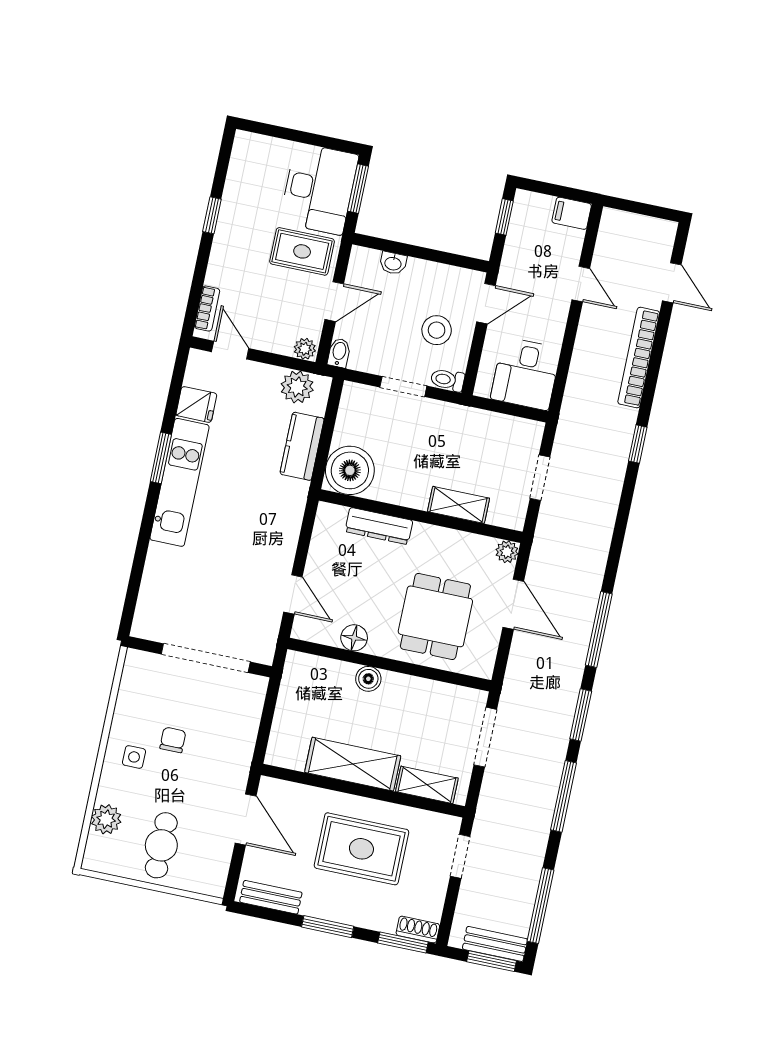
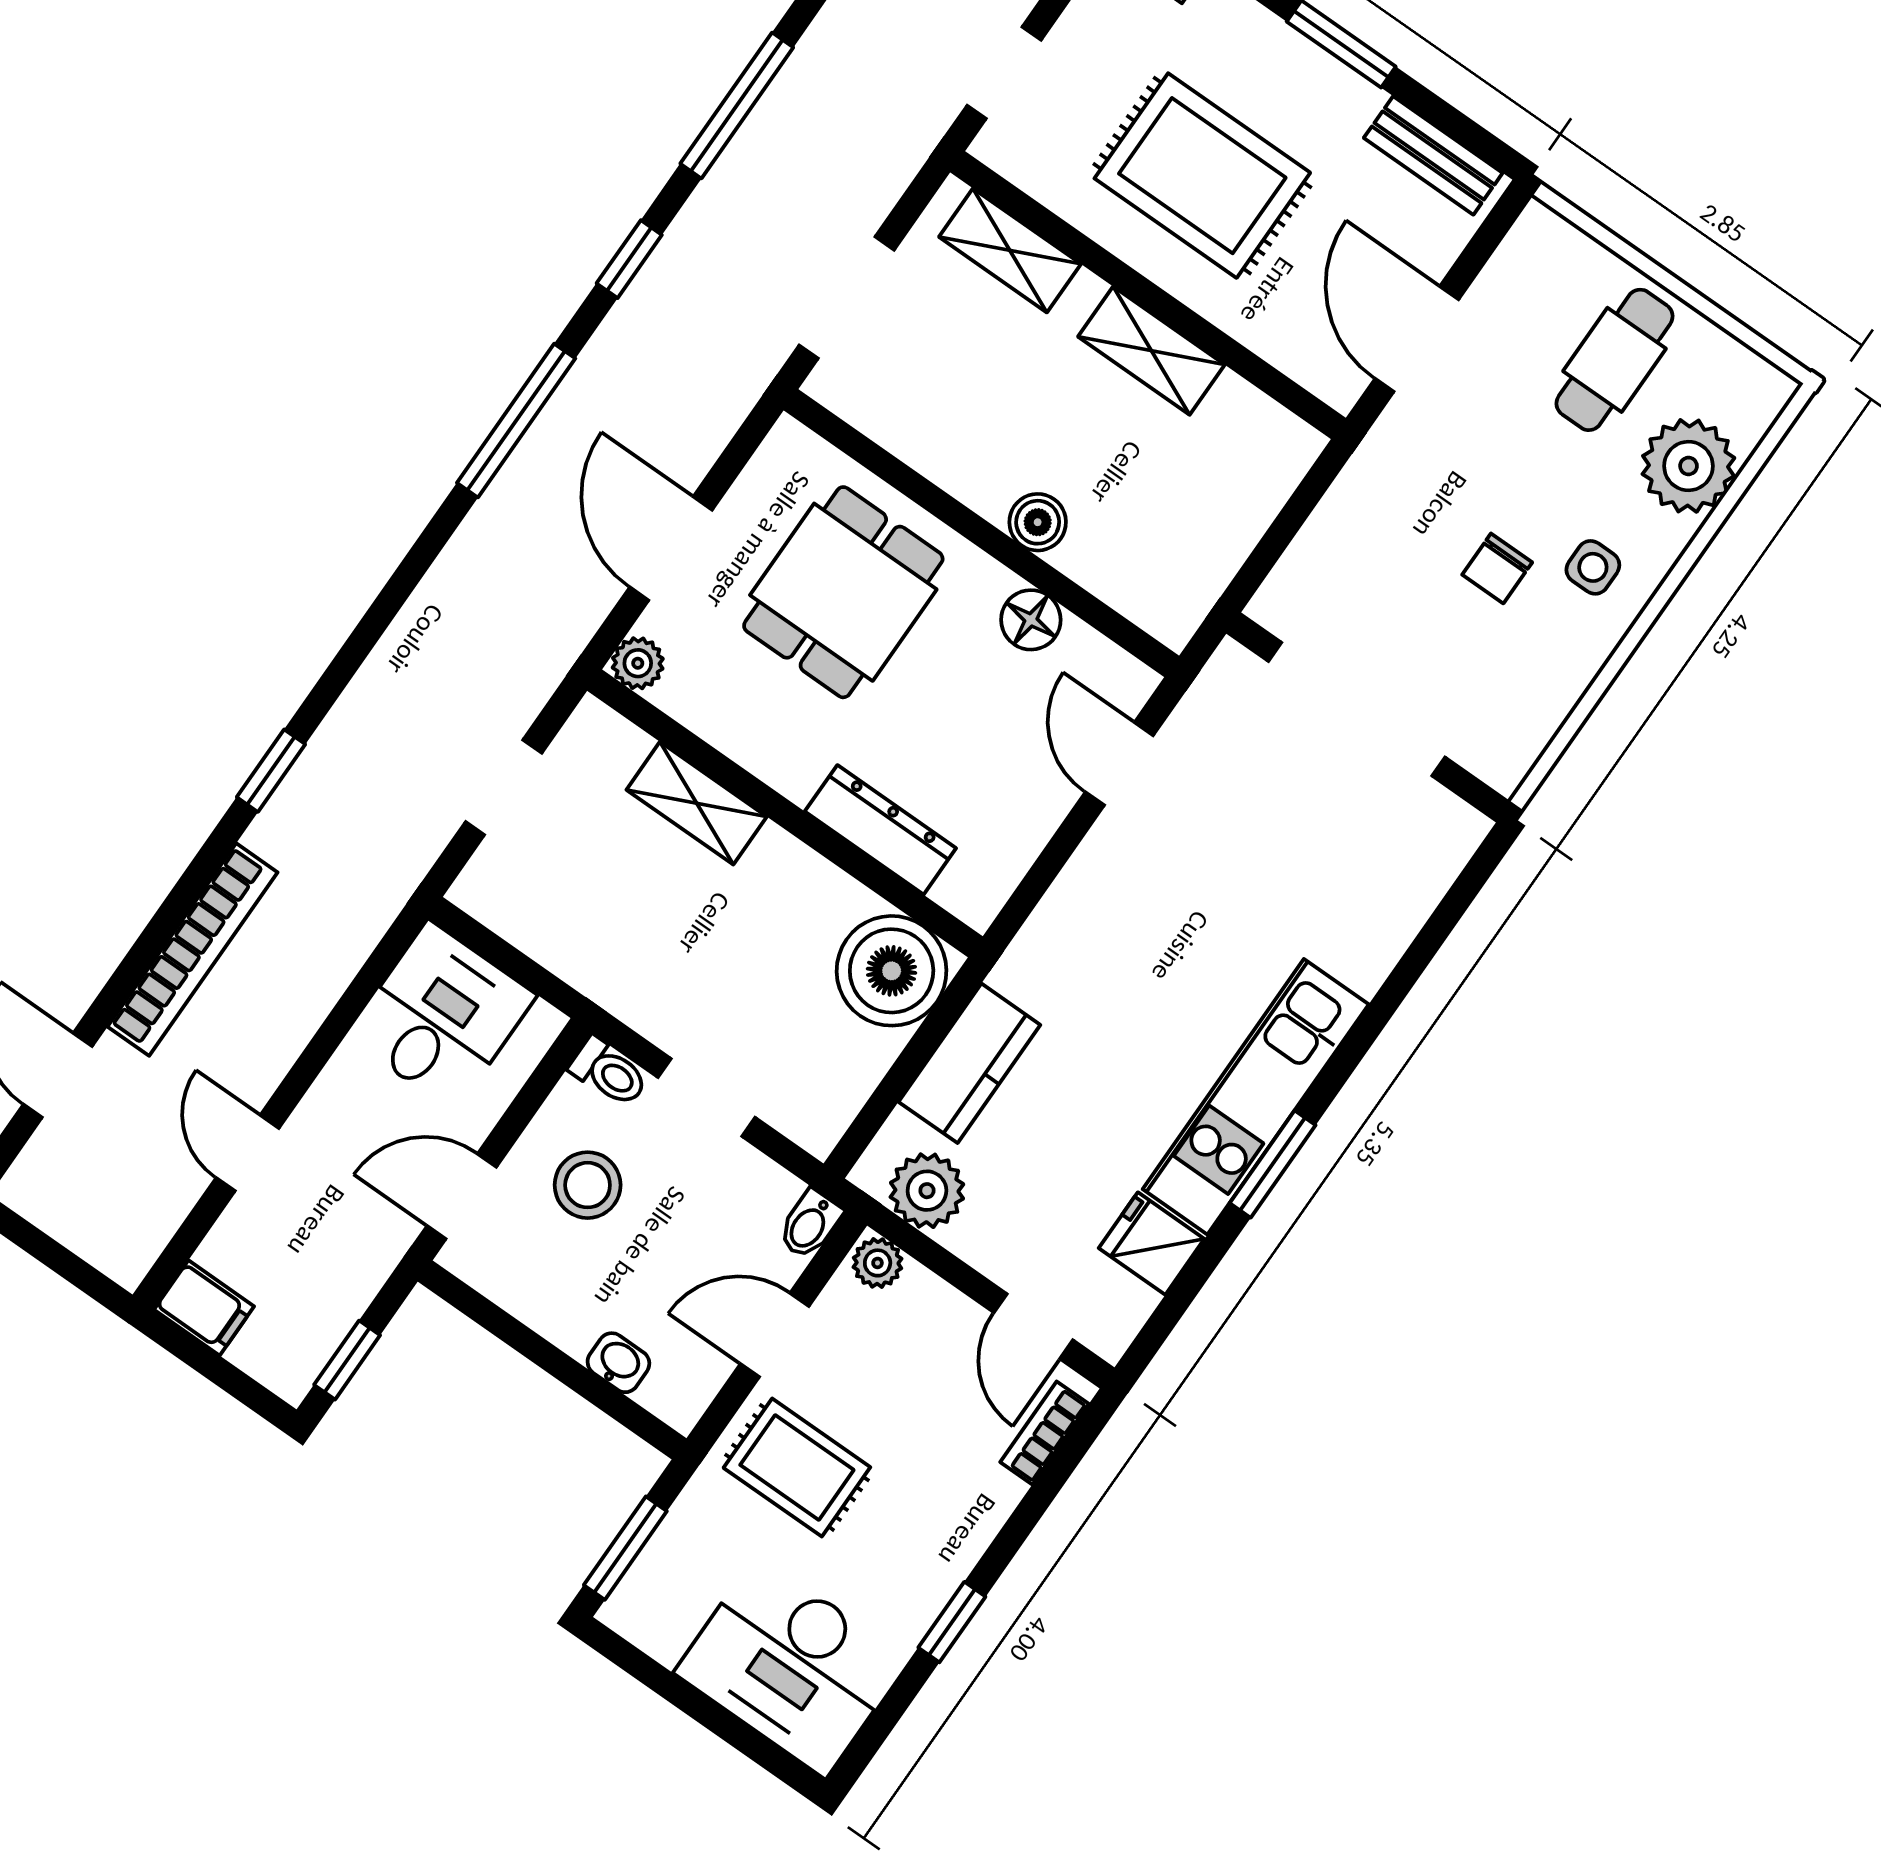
desk: (319, 189) -> (791, 1666), moved, turned -90
window: (581, 715) -> (629, 259), width x0.67
shelving: (353, 764) -> (1151, 351), width x0.67, depth x0.75
plant: (106, 819) -> (1688, 466), width x1.36, depth x1.36

